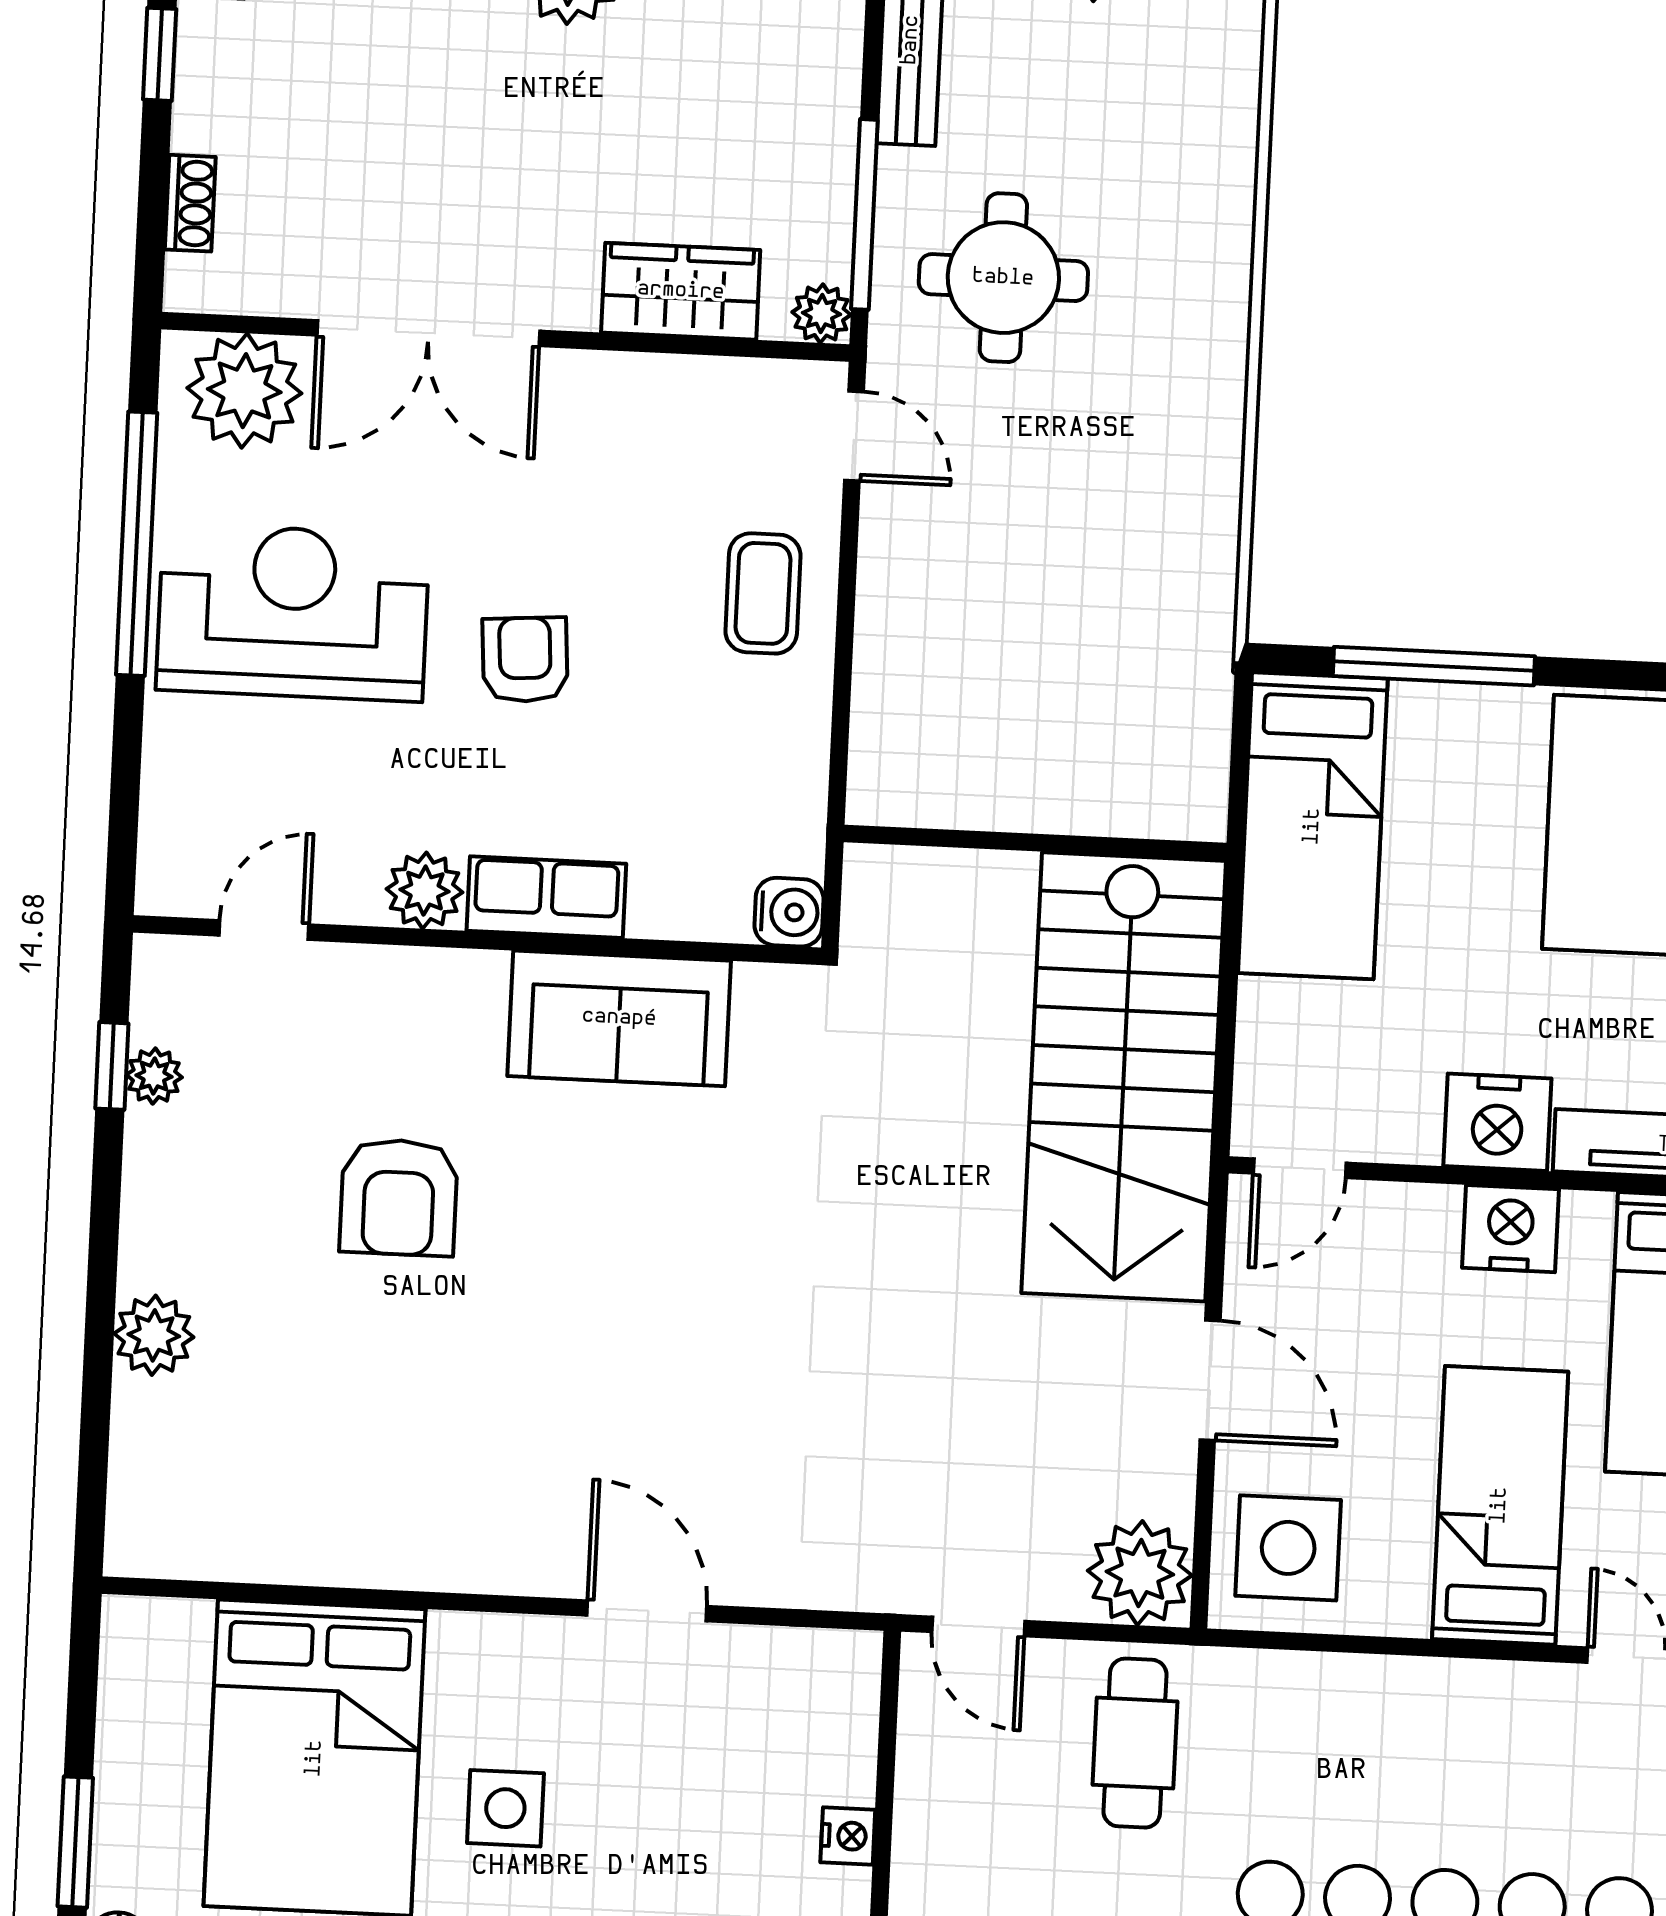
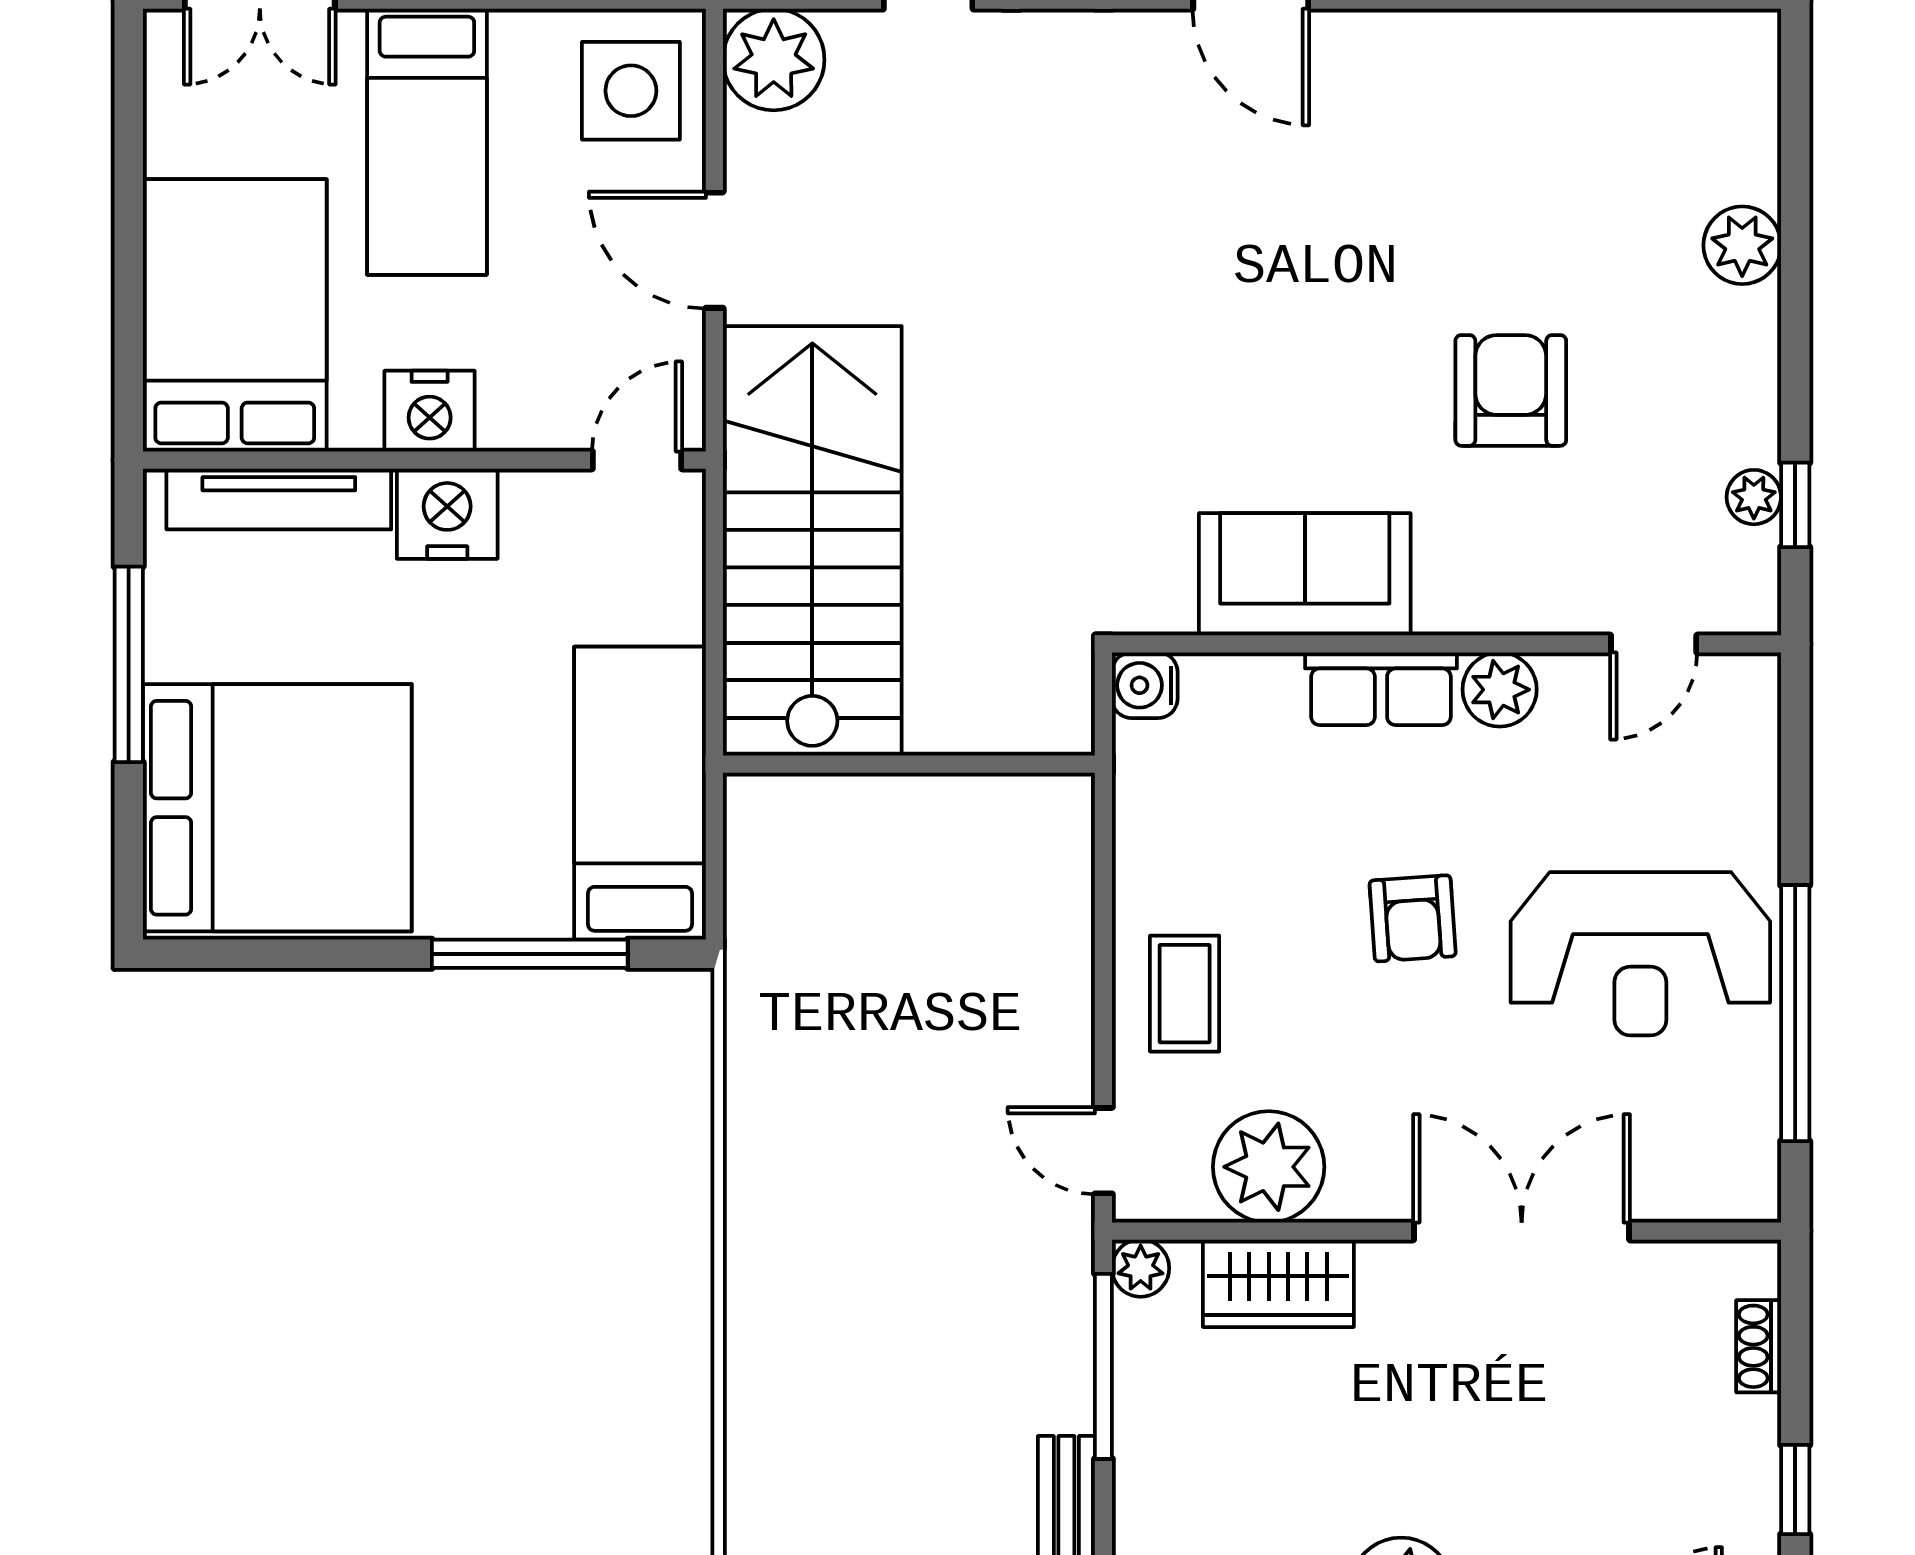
round table: (1003, 278) -> (966, 1311), removed
plant: (244, 391) -> (1269, 1167), moved

